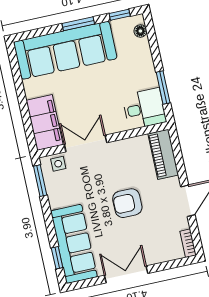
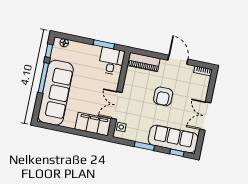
window: (78, 24) -> (43, 78), width x1.44
window: (40, 181) -> (144, 146), moved

